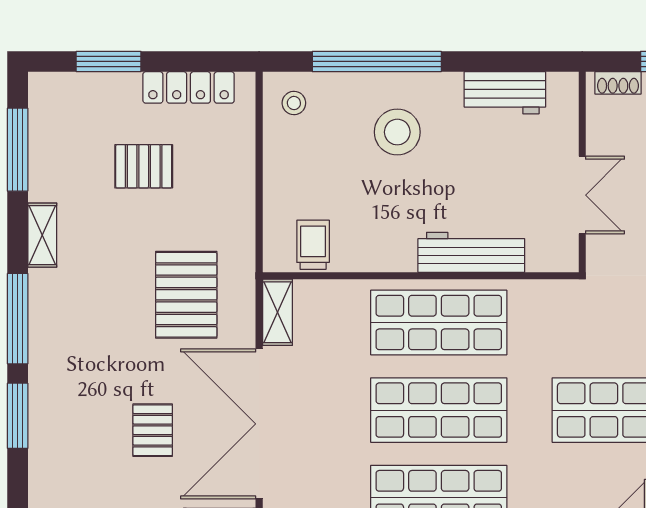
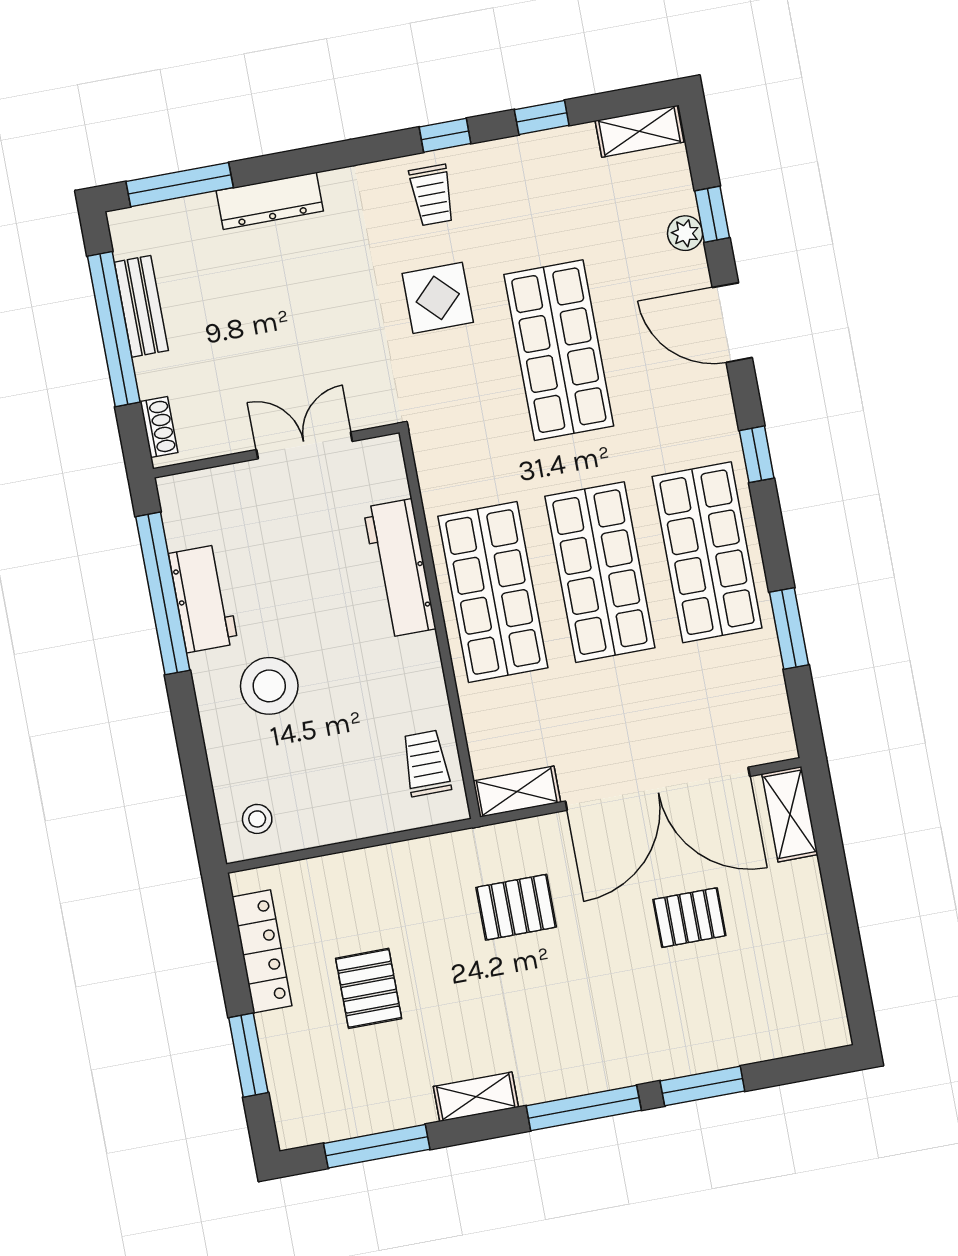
window: (377, 61) -> (163, 593), moved
workbench: (505, 93) -> (203, 598), moved
trolley: (313, 245) -> (426, 763), turned 90
pallet: (186, 295) -> (516, 907), width x0.67, depth x0.71

